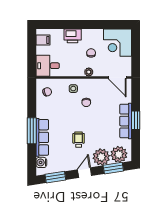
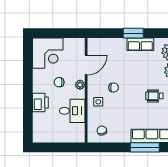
filing cabinet: (43, 40) -> (45, 135), removed
desk: (48, 66) -> (72, 111), moved, turned -90
door: (117, 77) -> (86, 65), moved
row of seats: (126, 121) -> (140, 44), width x0.68

